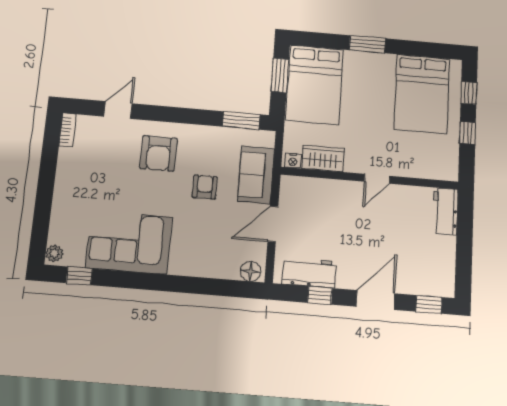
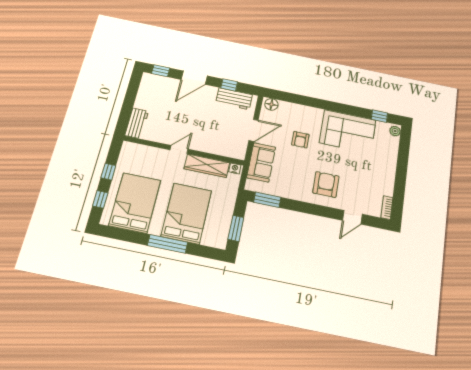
window: (367, 44) -> (168, 244), width x1.44
bed: (315, 85) -> (186, 213), moved
wardrobe: (323, 159) -> (207, 166), width x1.50
armchair: (205, 187) -> (300, 140), moved

